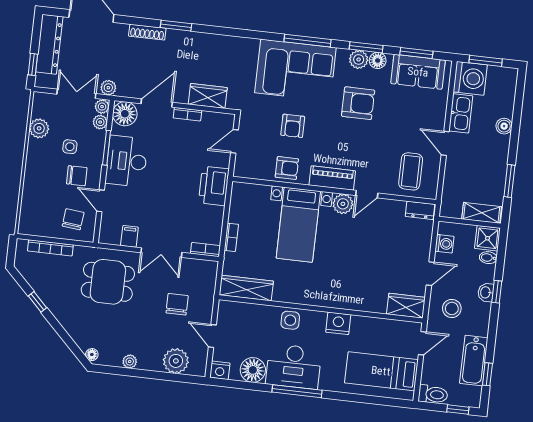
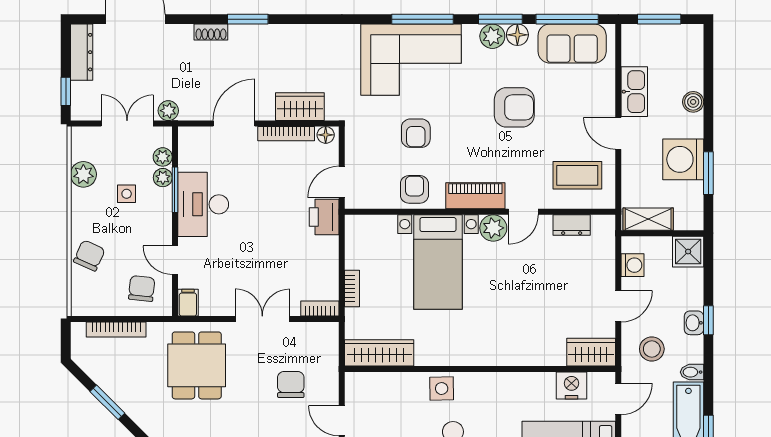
shoe rack: (147, 32) -> (211, 32), width x0.70
dresser: (49, 44) -> (82, 52), width x0.73, depth x0.80
window: (416, 53) -> (567, 19), width x1.44
washing machine: (470, 78) -> (683, 159), moved, turned 180
armchair: (358, 103) -> (514, 107), moved
plant: (102, 107) -> (163, 178), moved
floor lamp: (125, 114) -> (326, 135), moved, width x0.53, depth x0.53
bookcase: (187, 114) -> (286, 134), width x1.56
door: (234, 141) -> (342, 182), moved
armchair: (287, 168) -> (414, 189), turned -90
coffee table: (411, 171) -> (577, 175), turned 90
chair: (77, 176) -> (89, 256), moved, turned -66
printer: (214, 186) -> (324, 217), width x0.73, depth x0.84
dresser: (420, 210) -> (572, 225), moved
shelving: (482, 213) -> (648, 219), moved
filing cabinet: (129, 236) -> (188, 303), moved
double door: (161, 253) -> (262, 319), swing flipped
bidet: (488, 258) -> (692, 372), moved
dining table: (108, 282) -> (197, 365), turned 90
window: (38, 302) -> (107, 402), width x1.50
nightstand: (338, 323) -> (571, 385), moved

